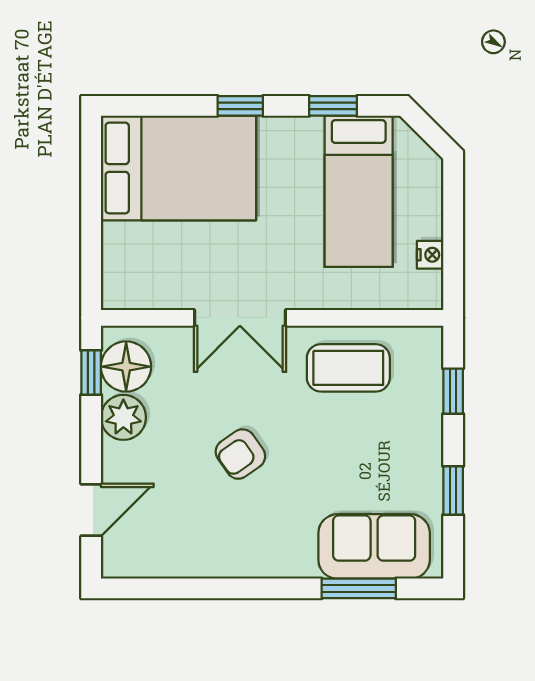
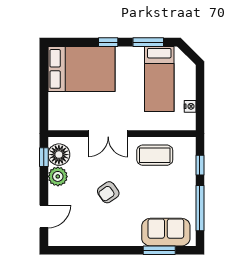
window: (333, 106) -> (148, 42), width x1.50
window: (453, 491) -> (200, 208), width x2.17

